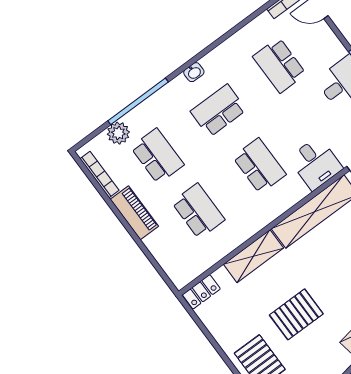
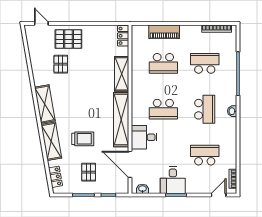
plant: (118, 133) -> (230, 53), removed
school desk: (157, 156) -> (205, 63), turned 180
piano: (134, 213) -> (164, 32), moved
pallet: (296, 314) -> (61, 64), moved, width x0.67, depth x0.71

